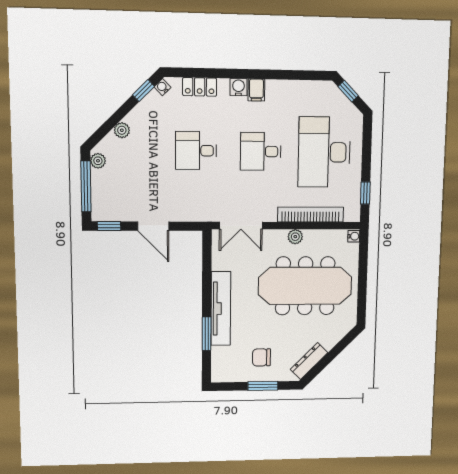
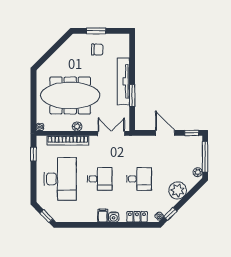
plant: (122, 130) -> (178, 190), width x1.88, depth x1.88
window: (207, 334) -> (132, 96), moved
dresser: (309, 361) -> (67, 47), removed

